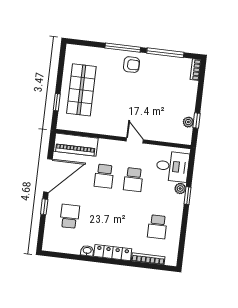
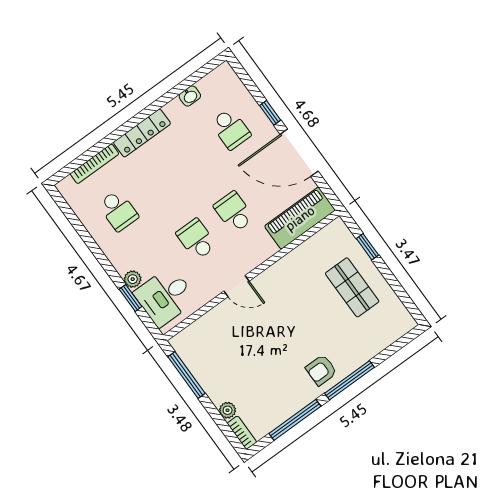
shop shelf: (81, 90) -> (352, 287), width x0.70, depth x0.74
window: (196, 121) -> (186, 375), width x2.17
plant: (188, 122) -> (228, 410), moved
door: (48, 175) -> (299, 153), hinge flipped
window: (188, 196) -> (131, 298), moved
school desk: (157, 227) -> (118, 210), turned 180
washbasin: (87, 251) -> (190, 96), moved

